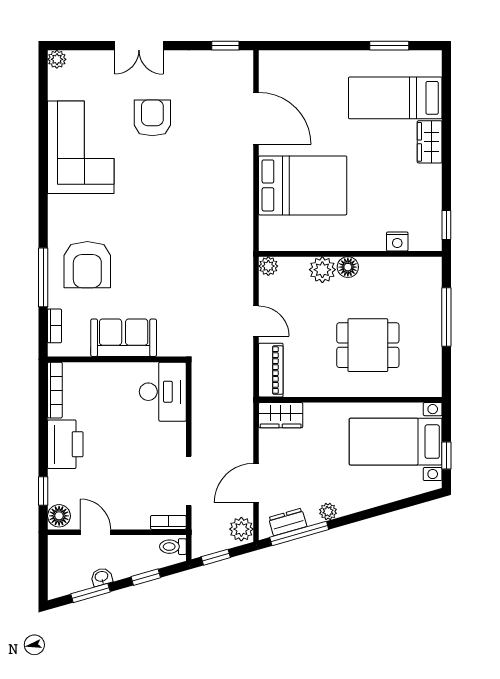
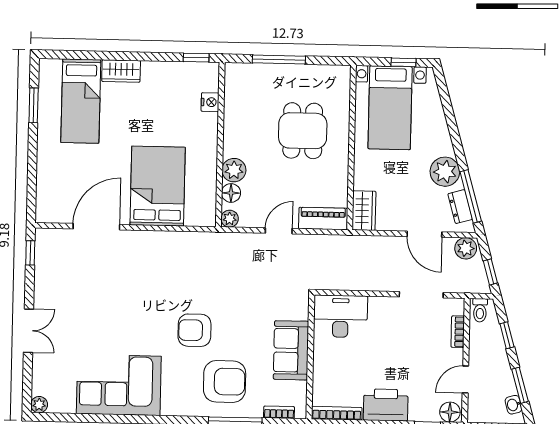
armchair: (152, 118) -> (194, 330), moved
floor lamp: (348, 267) -> (231, 193), moved
plant: (328, 511) -> (445, 172), width x1.88, depth x1.88
bookcase: (168, 522) -> (458, 332), moved
washbasin: (102, 577) -> (513, 405), moved

